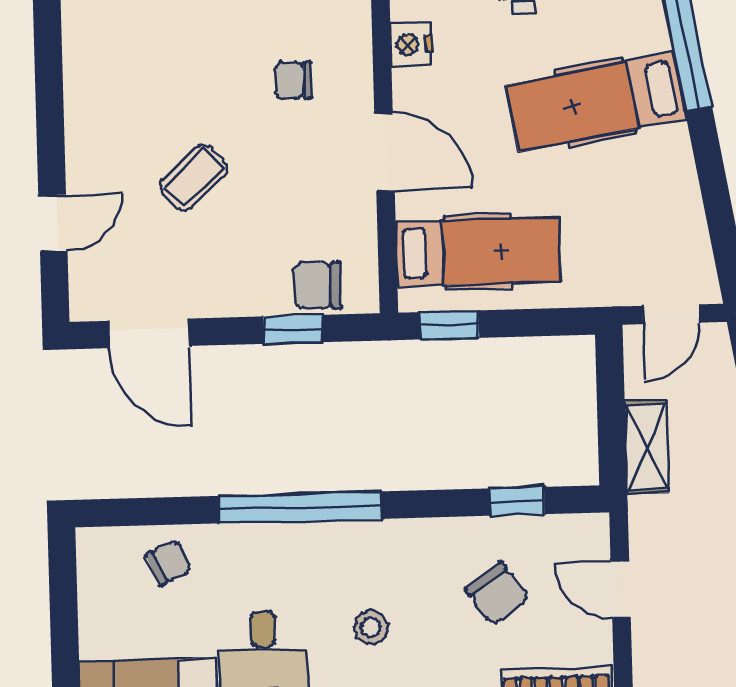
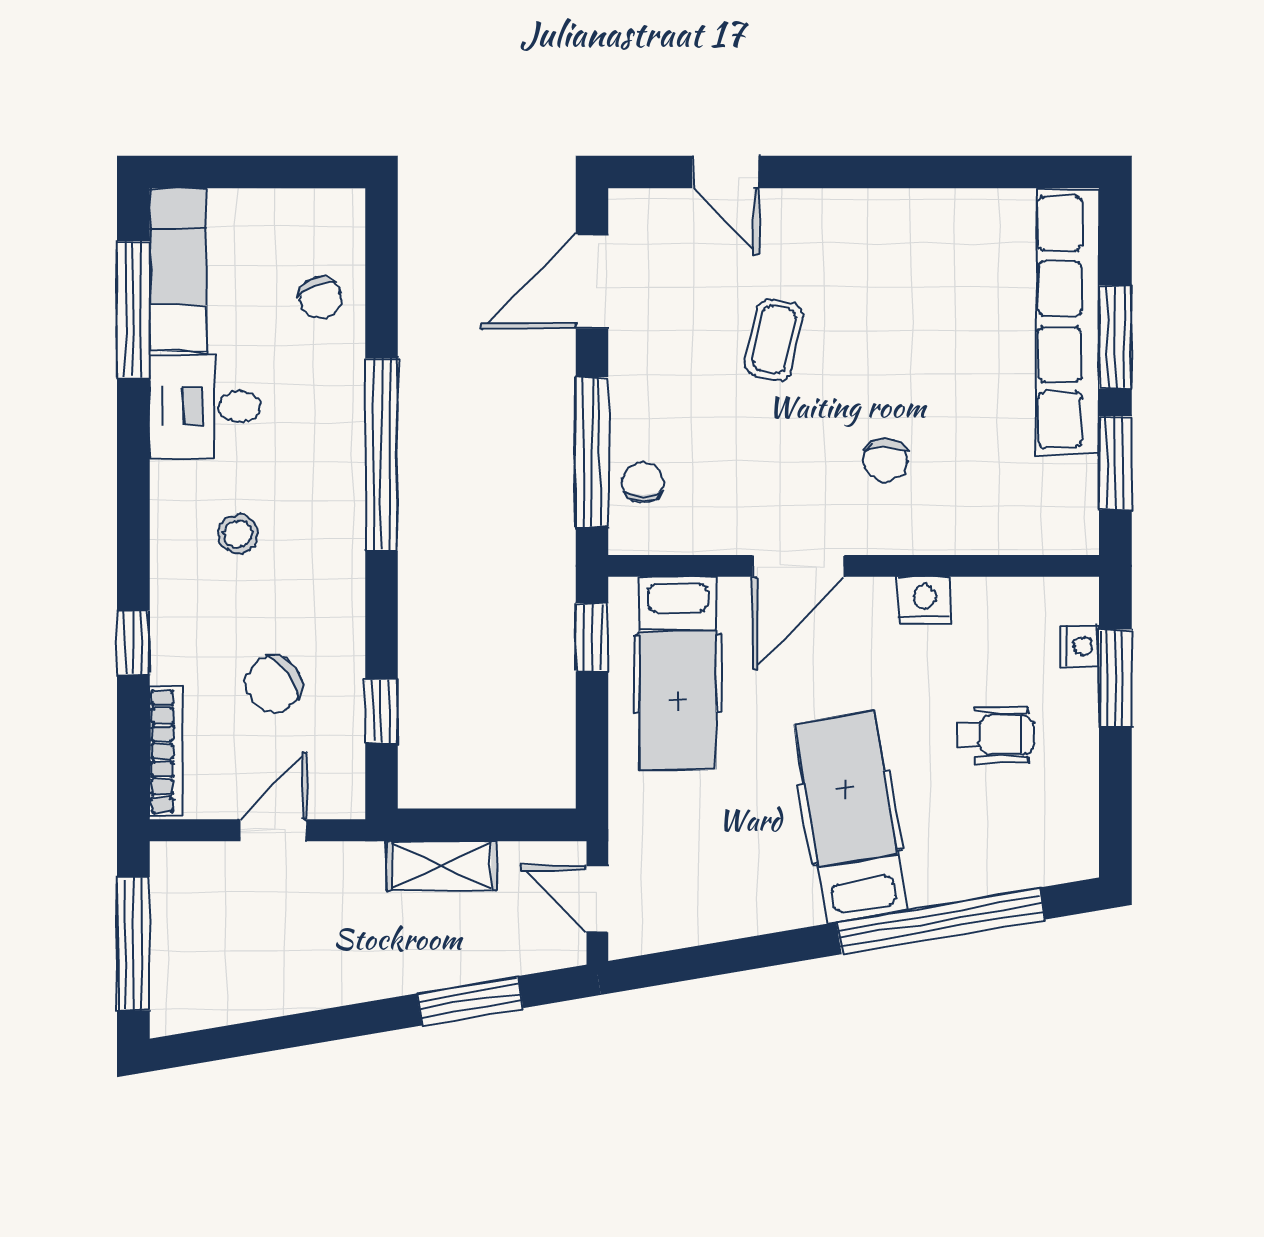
chair: (293, 80) -> (886, 460), turned 180
coffee table: (193, 178) -> (774, 339), turned 55
chair: (317, 286) -> (643, 482), width x0.73, depth x0.73
window: (293, 329) -> (592, 452), width x2.17

